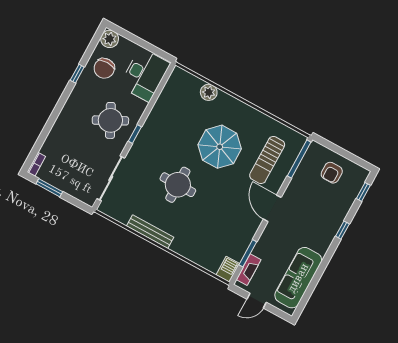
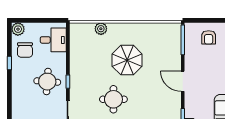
desk: (145, 75) -> (53, 40), width x0.73
round table: (110, 120) -> (47, 82), turned 31
sun lounger: (267, 160) -> (162, 52), removed

